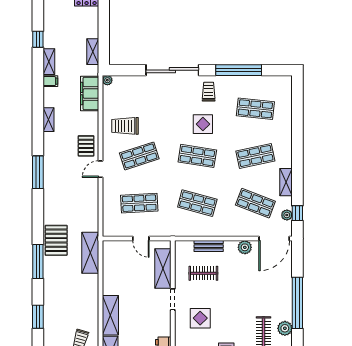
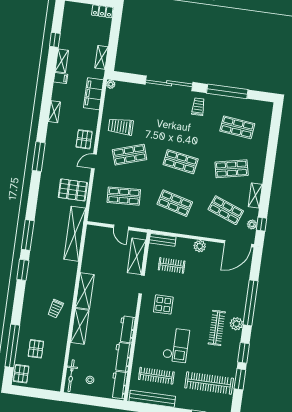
display table: (203, 124) -> (189, 134), removed
pallet: (56, 240) -> (73, 190), moved, turned 90
bench: (209, 246) -> (163, 240), moved
plant: (245, 247) -> (200, 246), moved
shelving: (90, 253) -> (75, 234), width x1.47
window: (38, 317) -> (23, 270), moved

